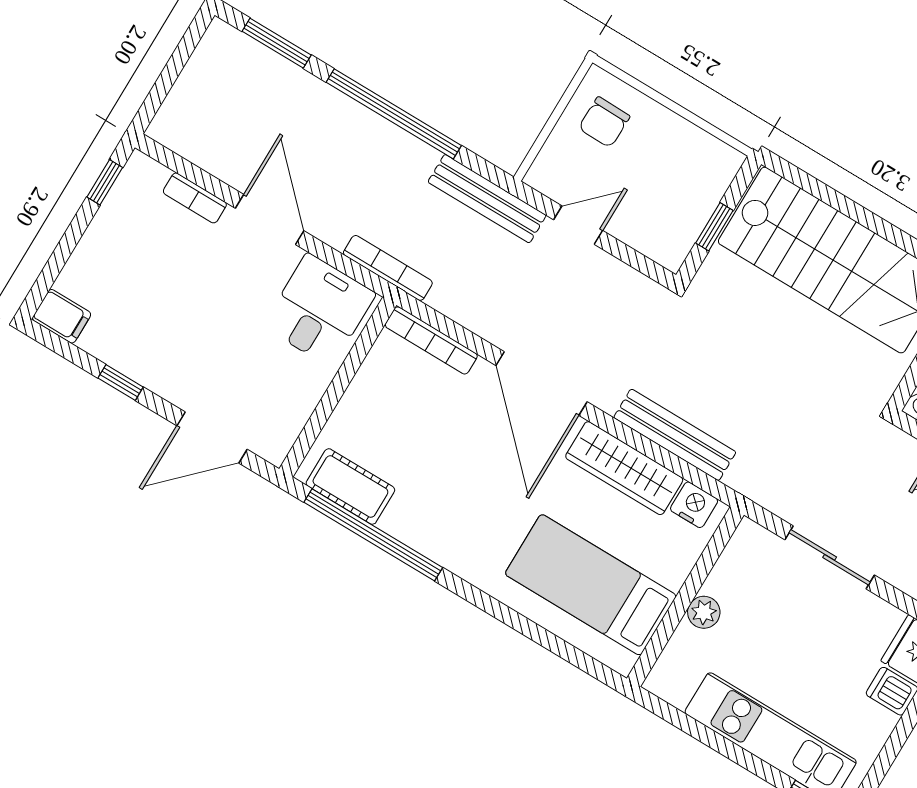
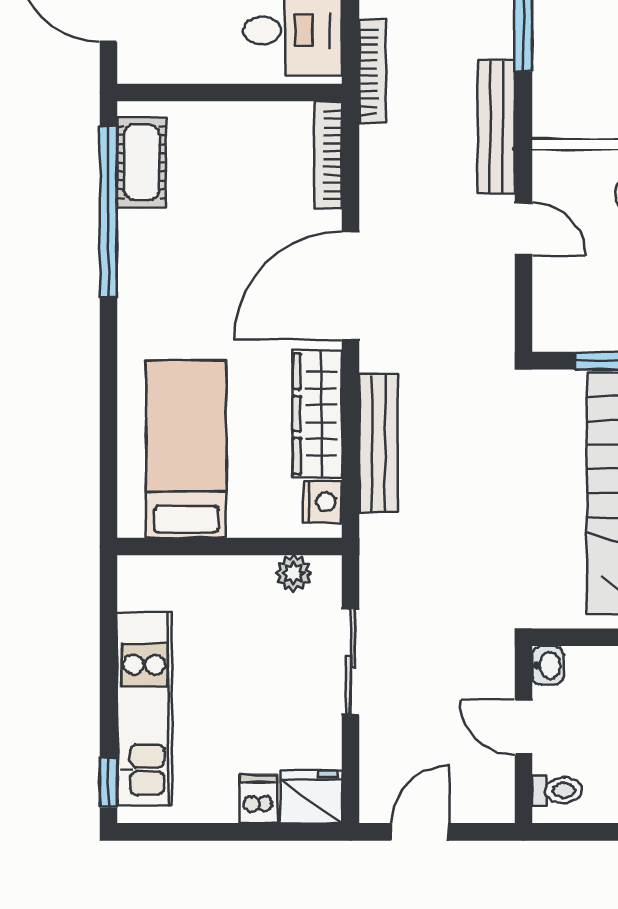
plant: (704, 612) -> (294, 573), moved

